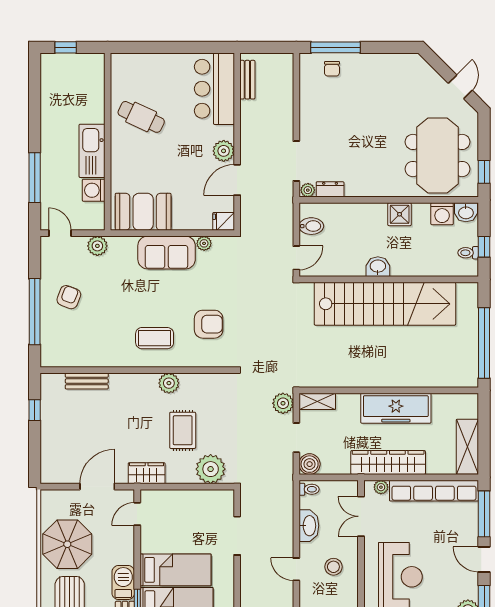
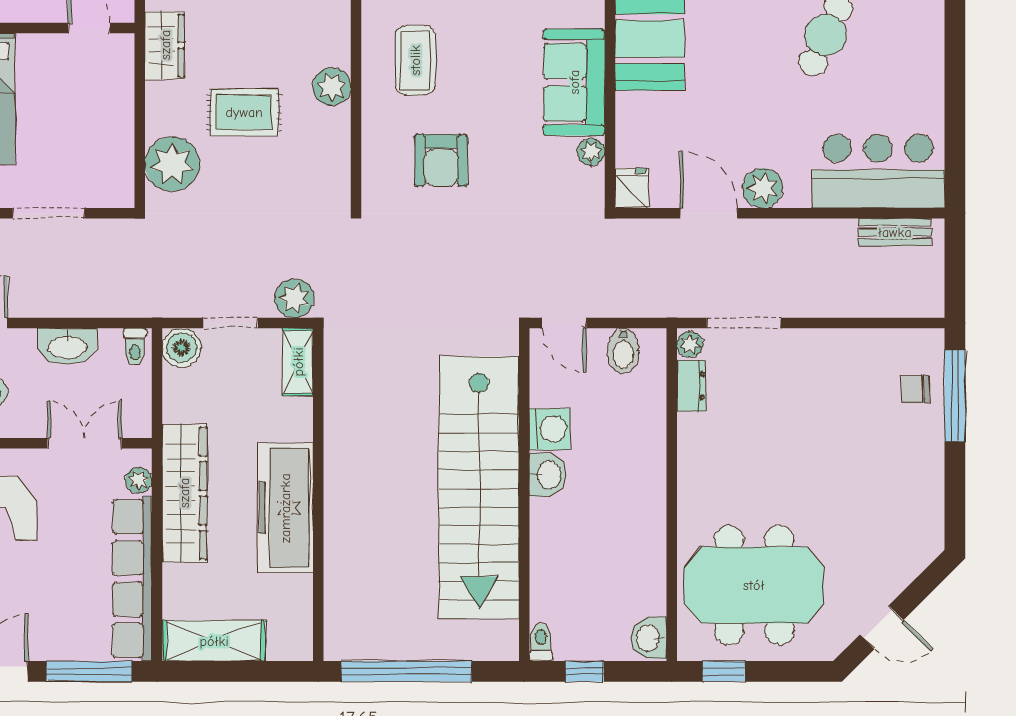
shower: (400, 214) -> (645, 515), removed
washing machine: (442, 214) -> (550, 429), moved, turned 180
toilet: (468, 253) -> (541, 642), moved

